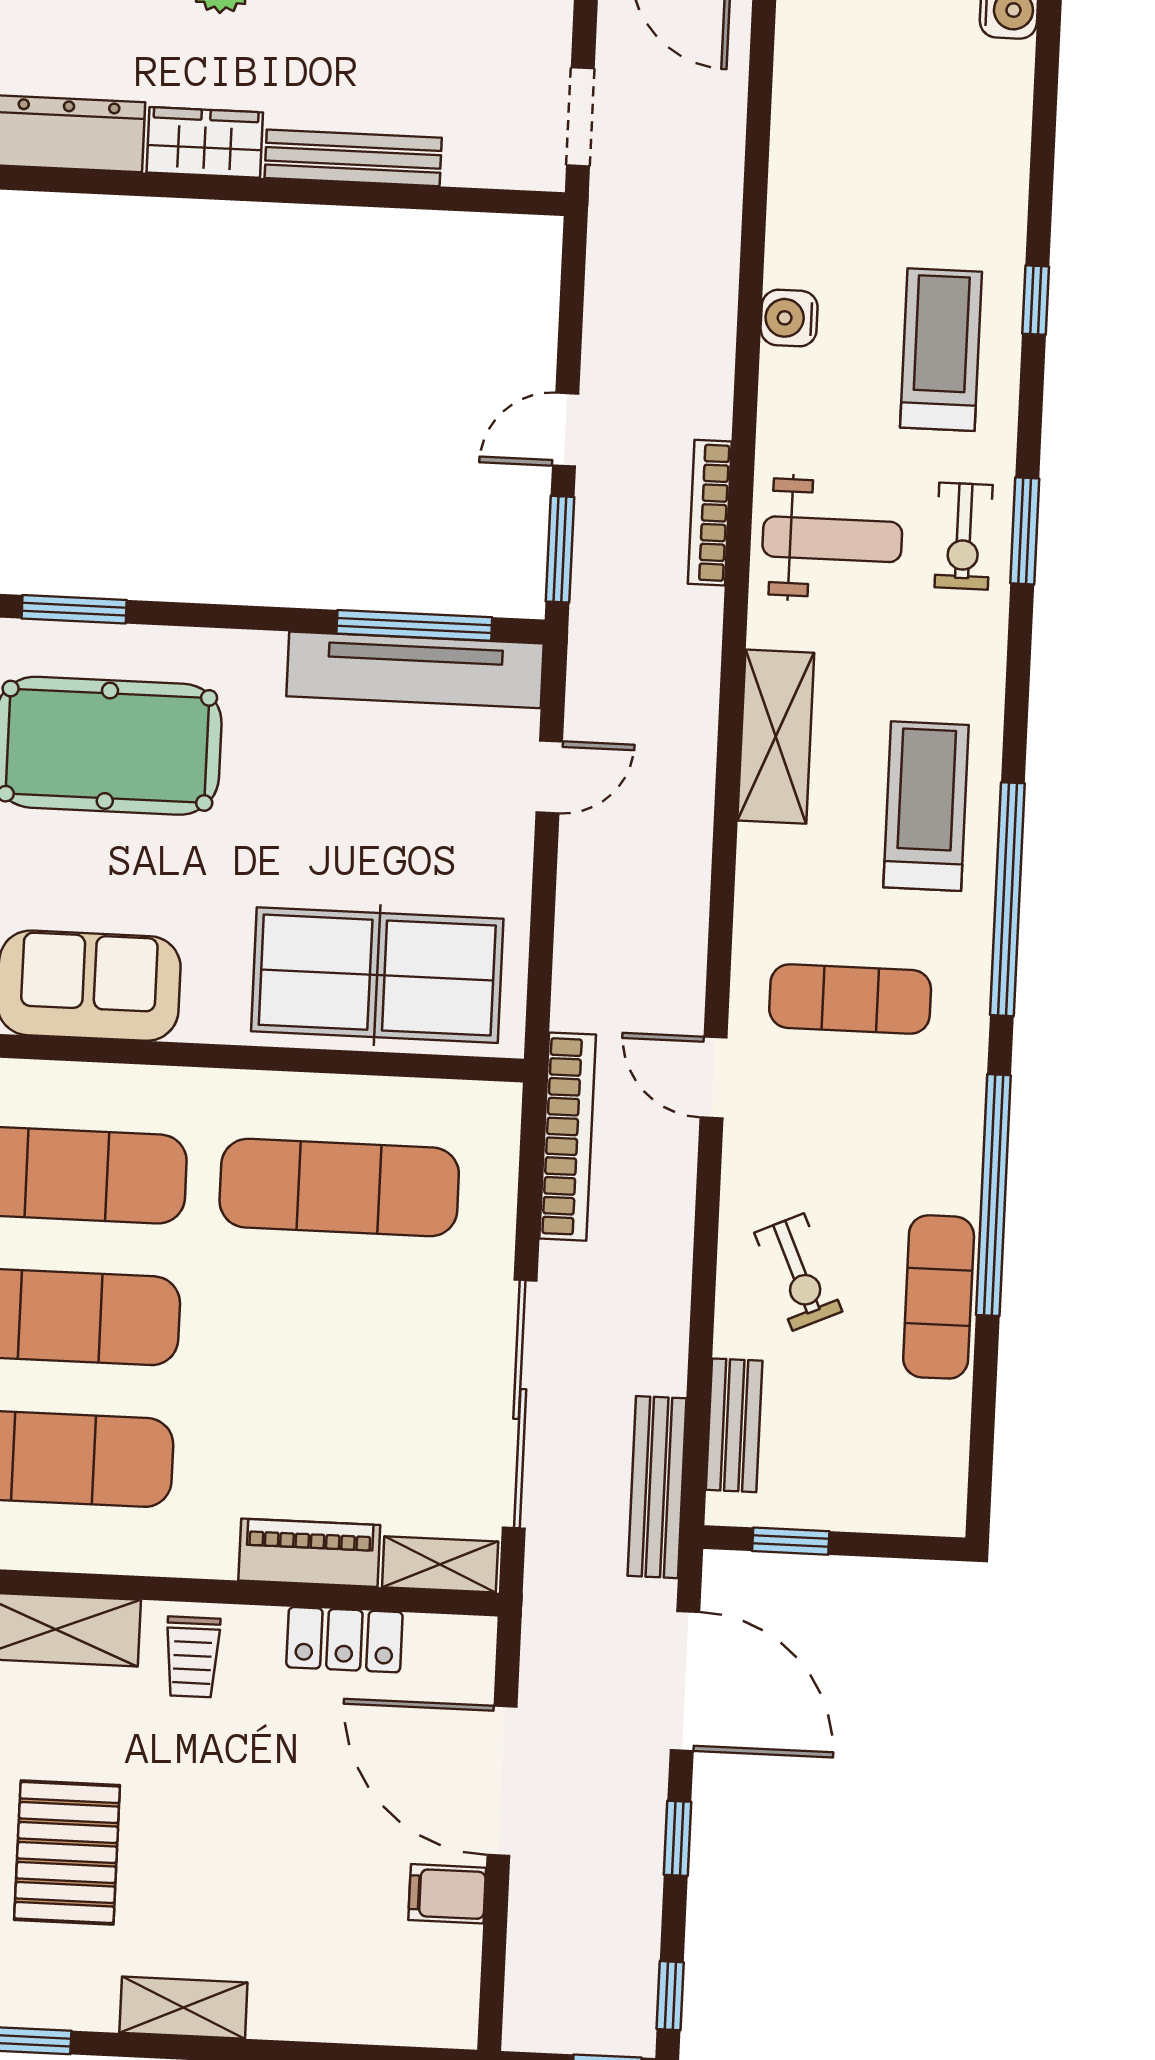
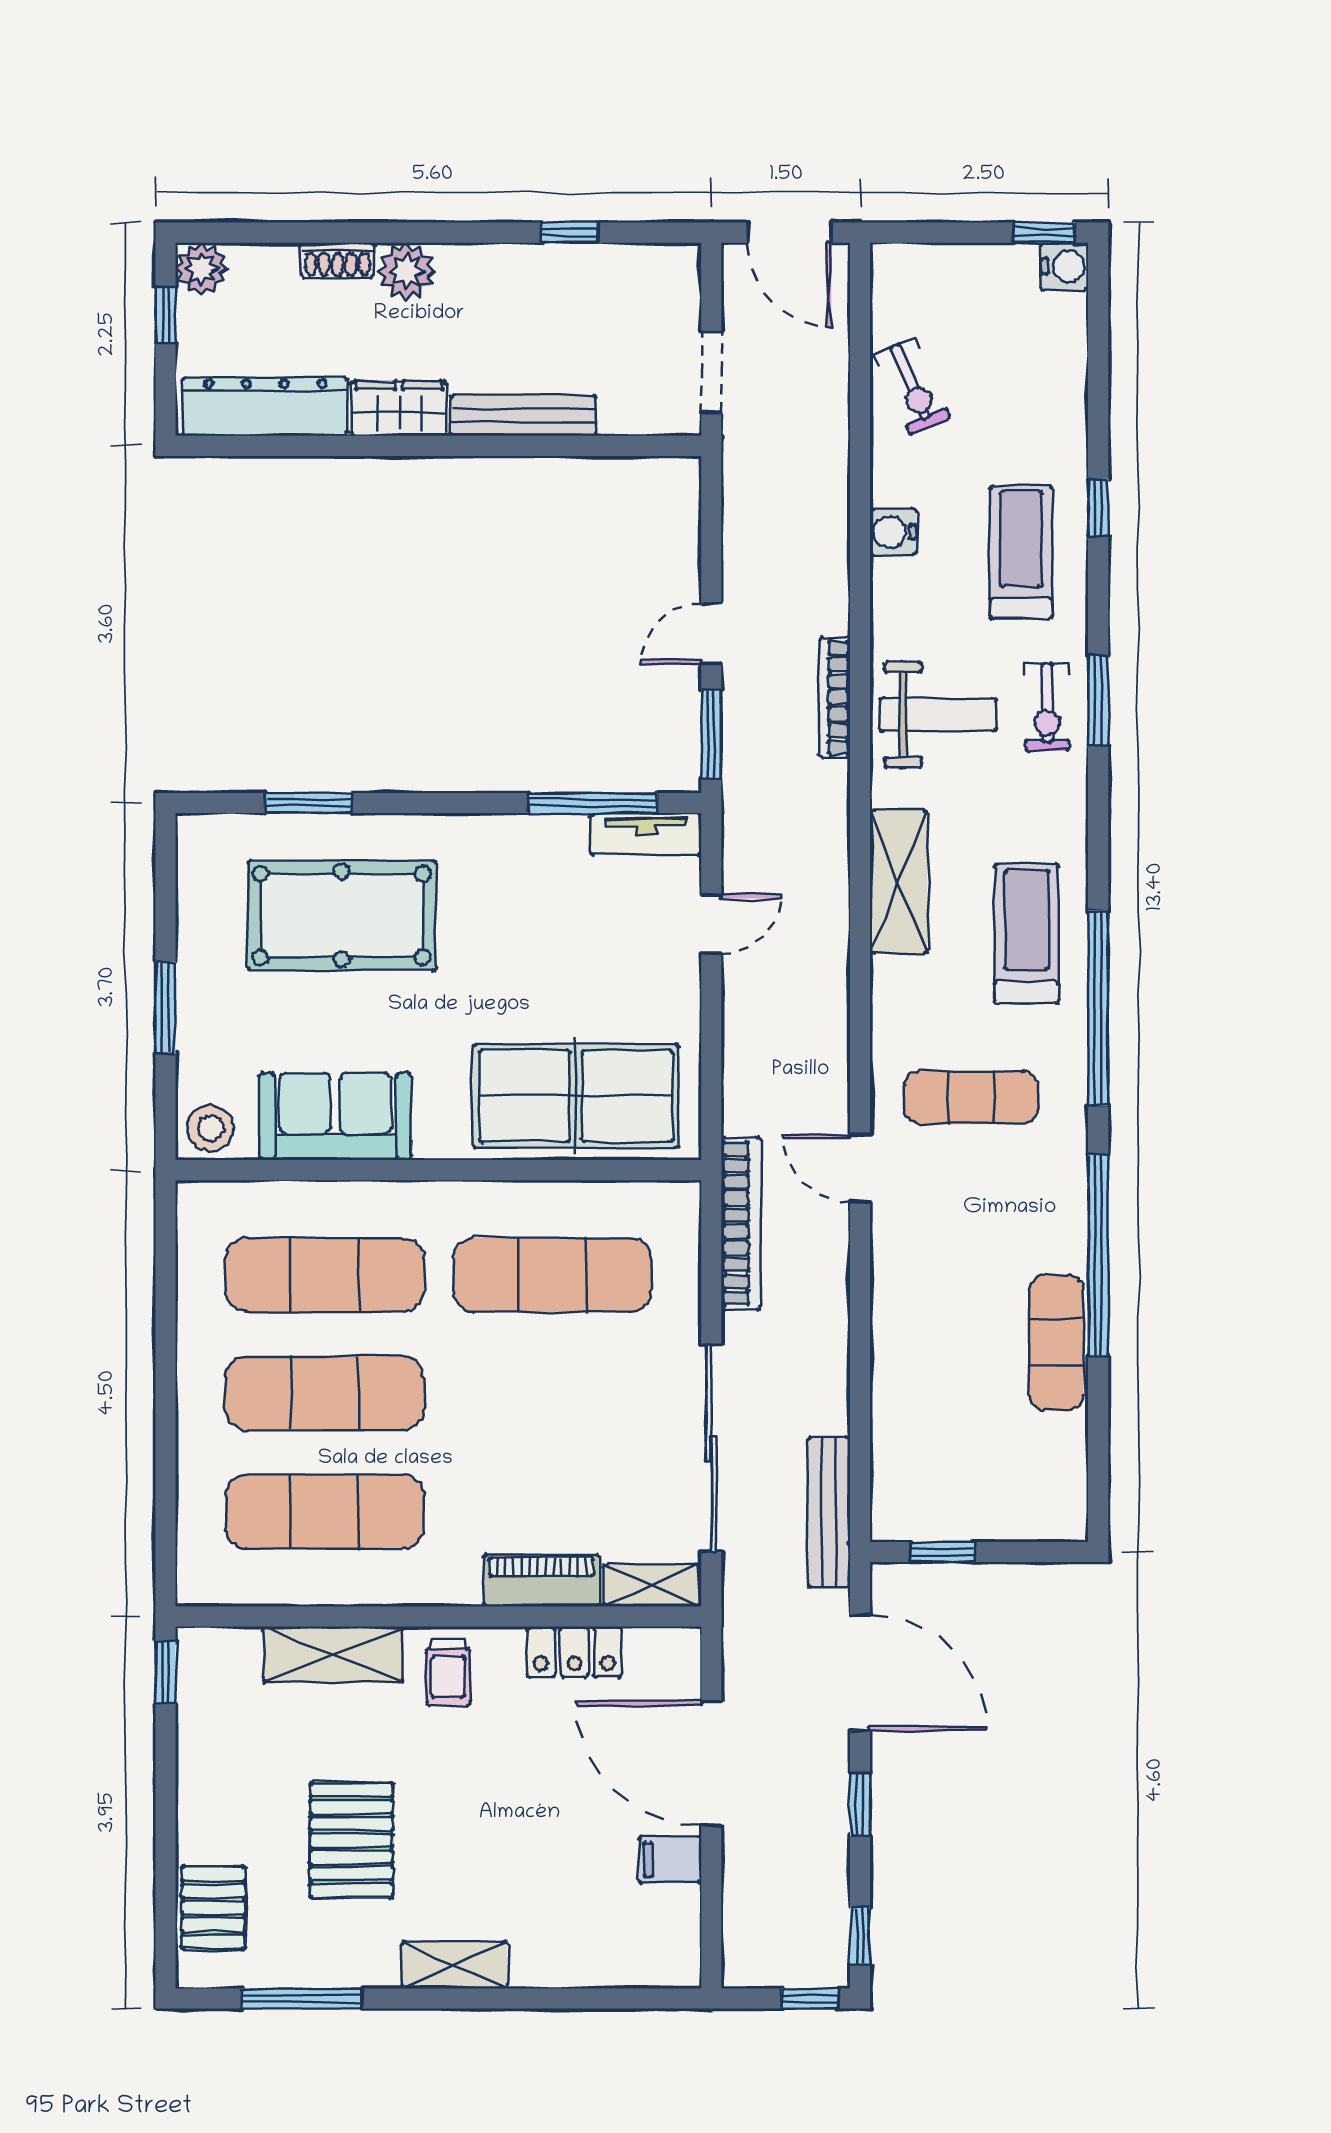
tv unit: (415, 670) -> (646, 834), width x0.52, depth x0.78
exercise bike: (798, 1272) -> (913, 386), moved
bench: (734, 1425) -> (891, 1458), removed

